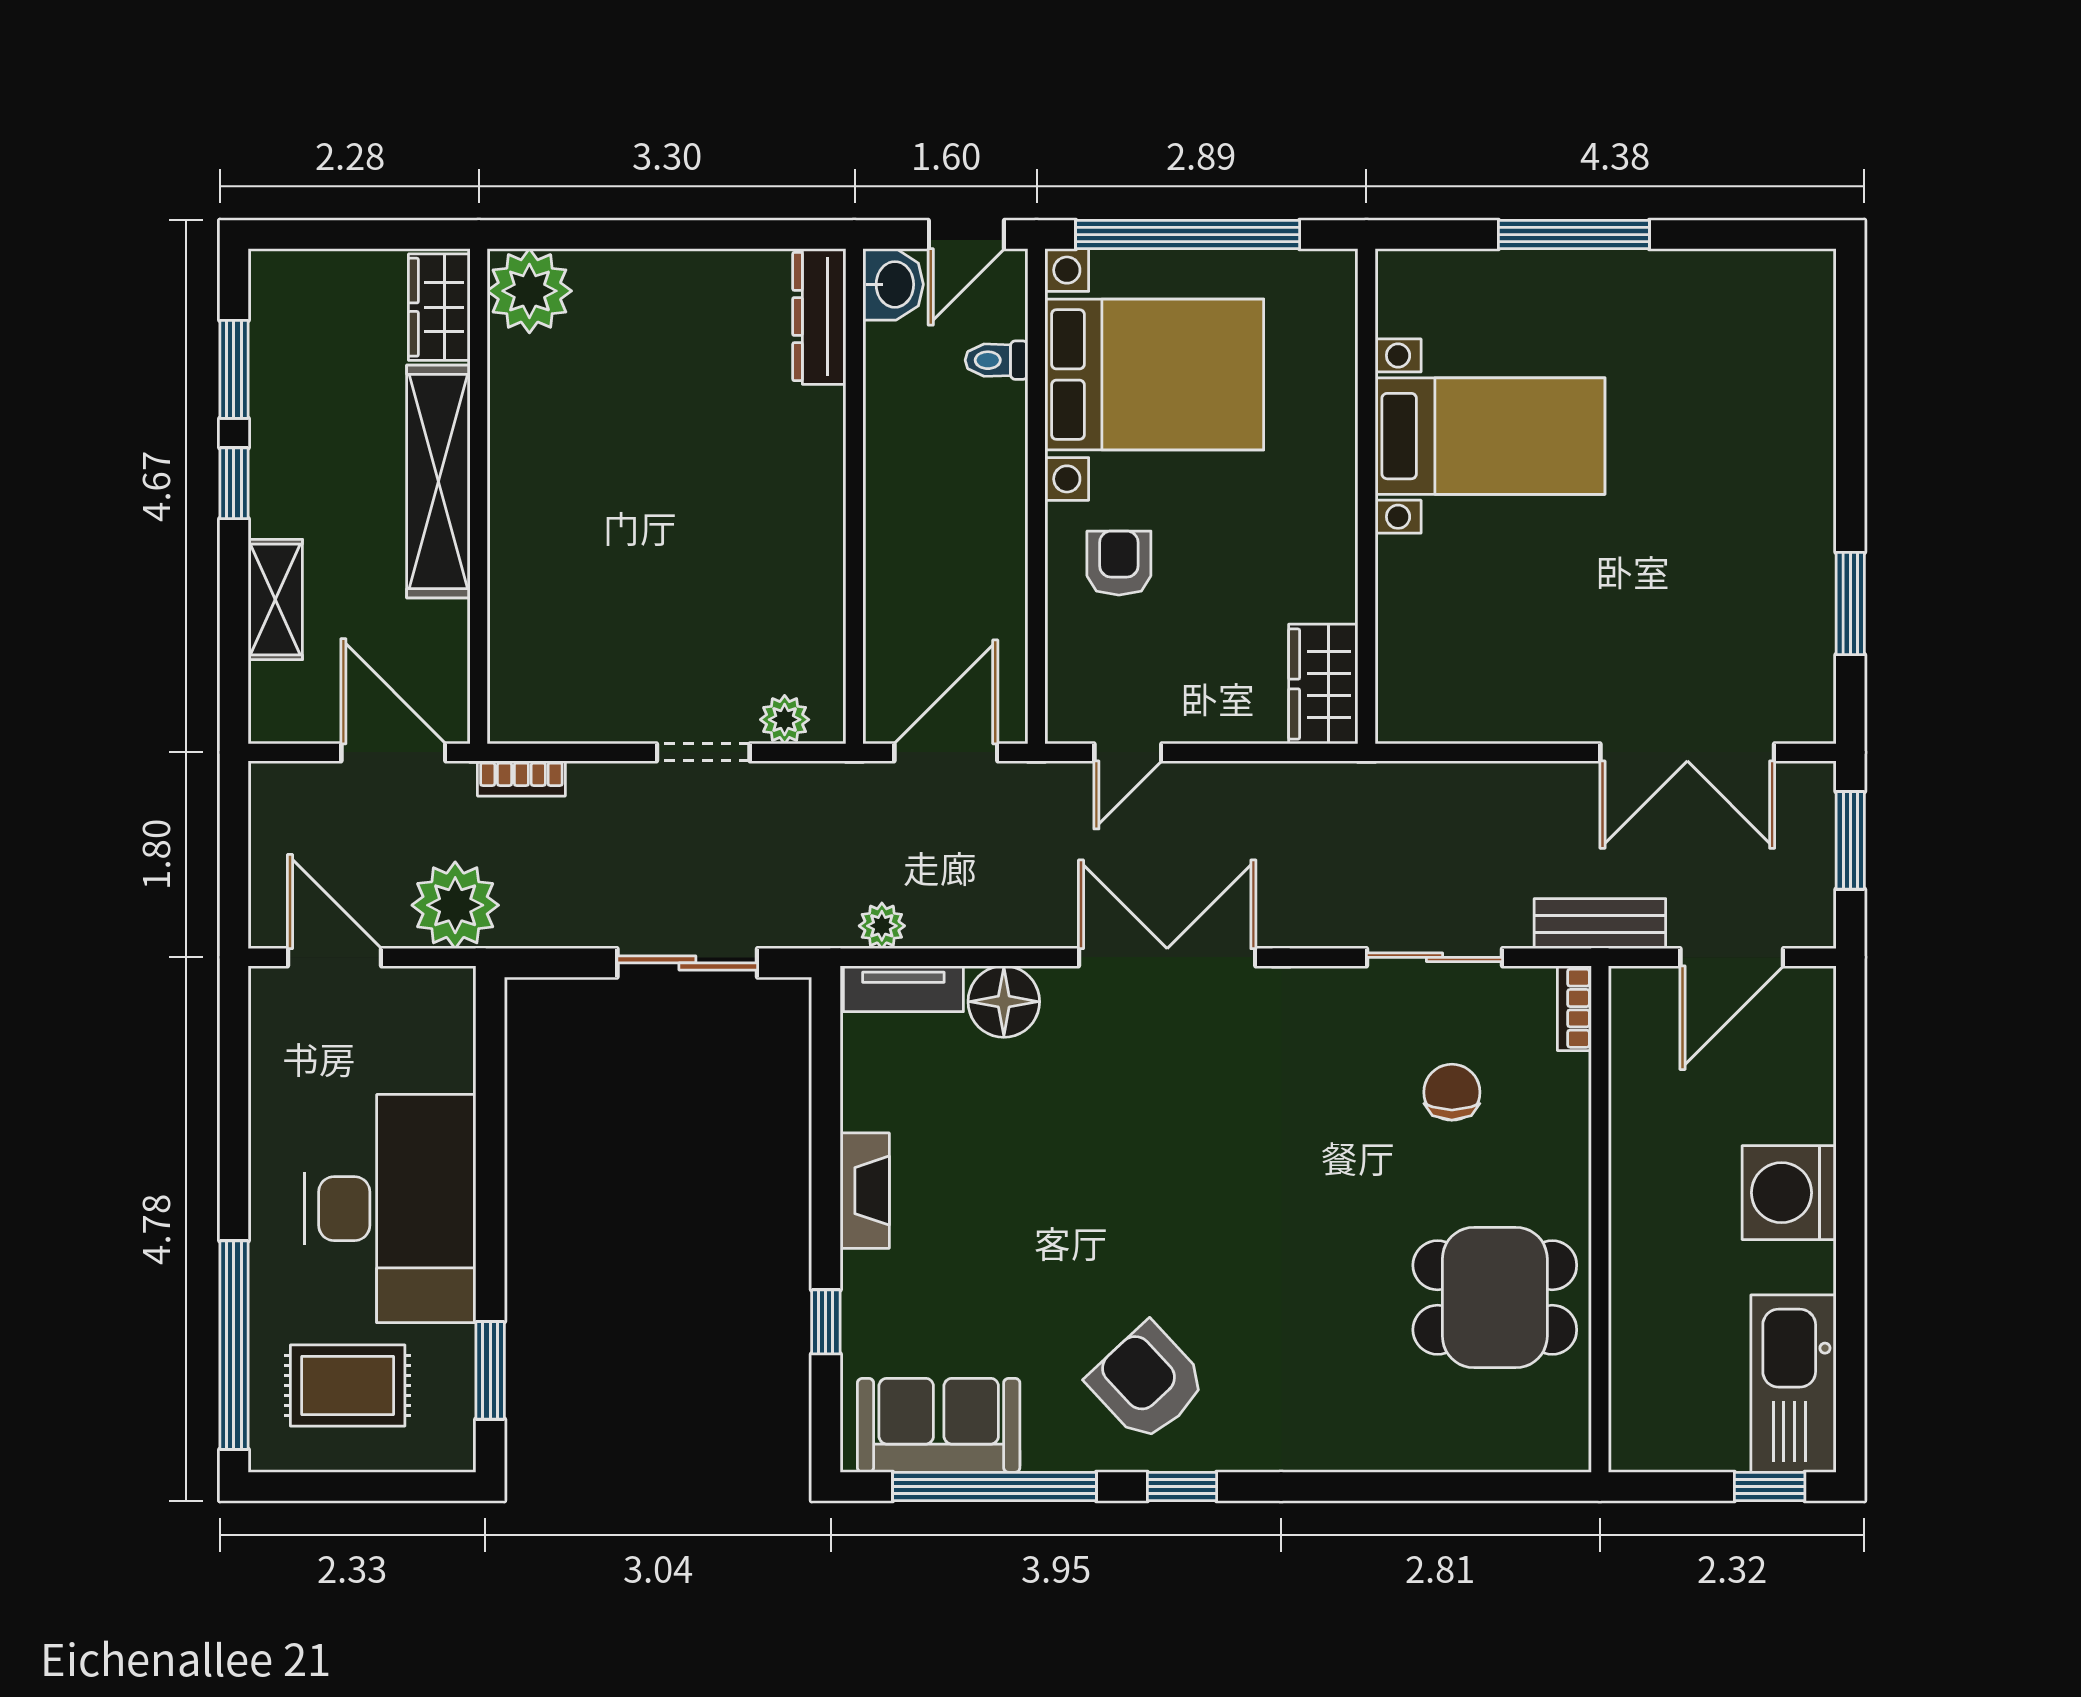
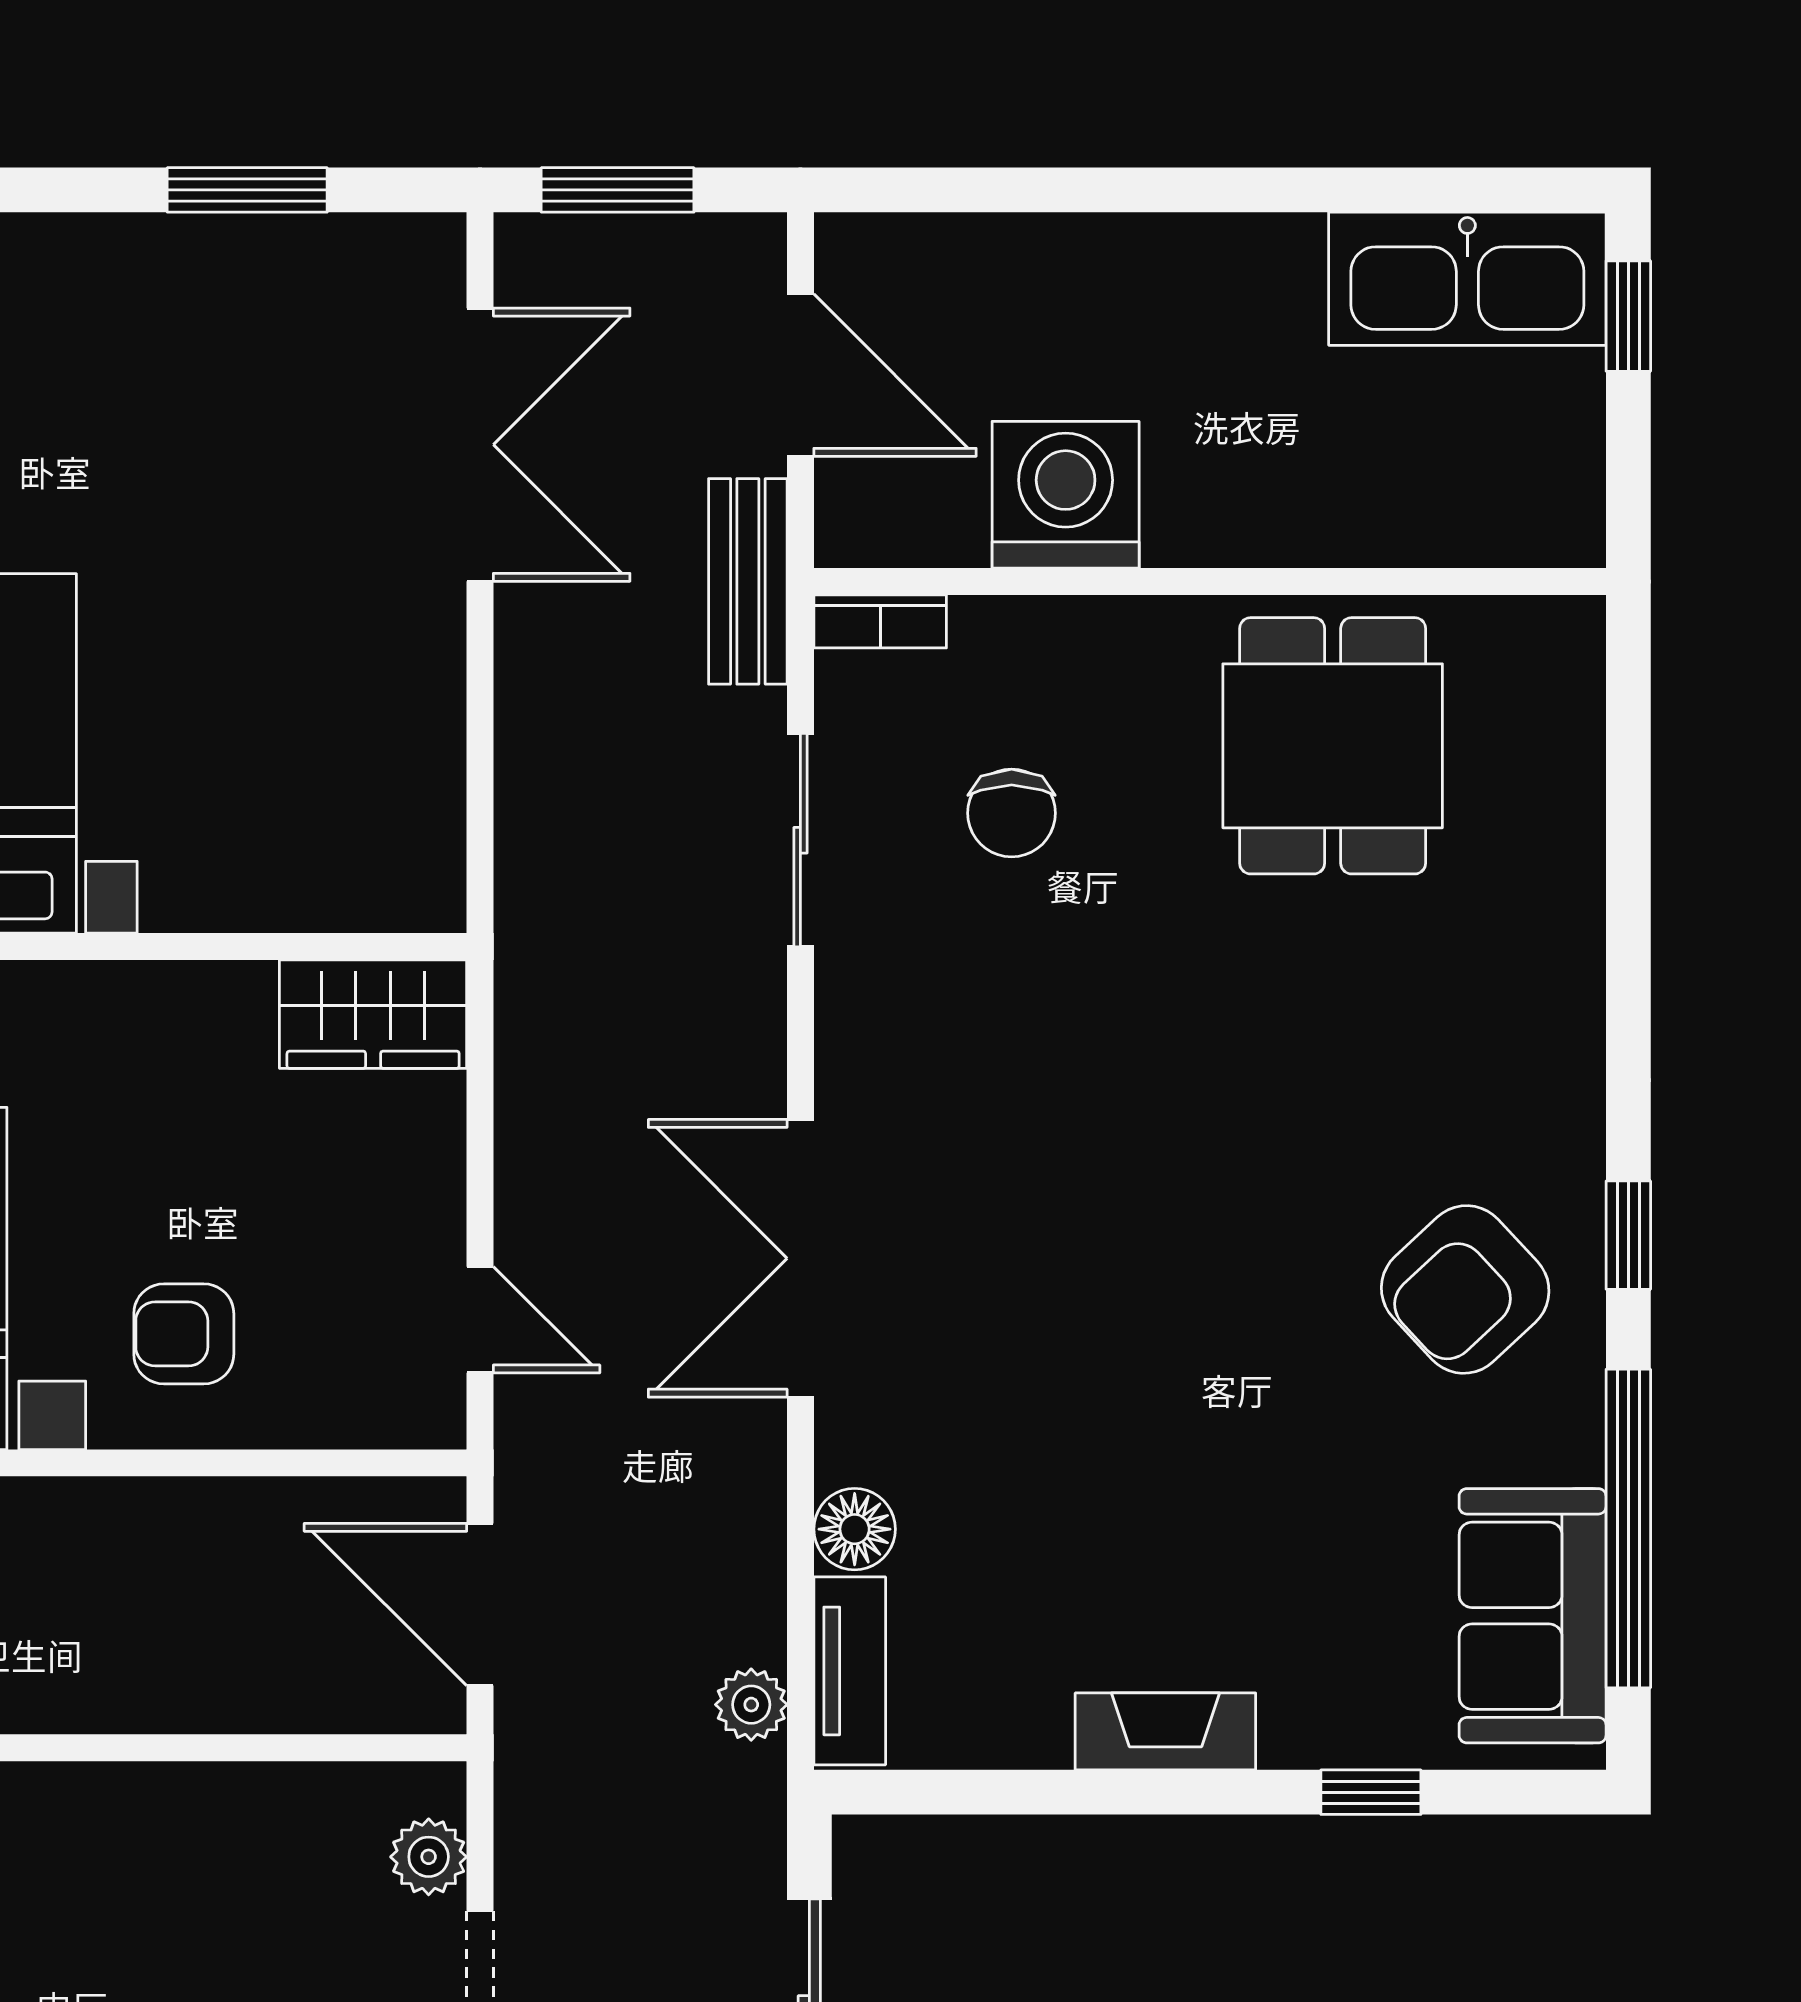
floor lamp: (1004, 1002) -> (855, 1529), width x0.73, depth x0.73
chair: (1452, 1092) -> (1012, 813), turned -90
washing machine: (1789, 1193) -> (1066, 495), moved, turned 180

